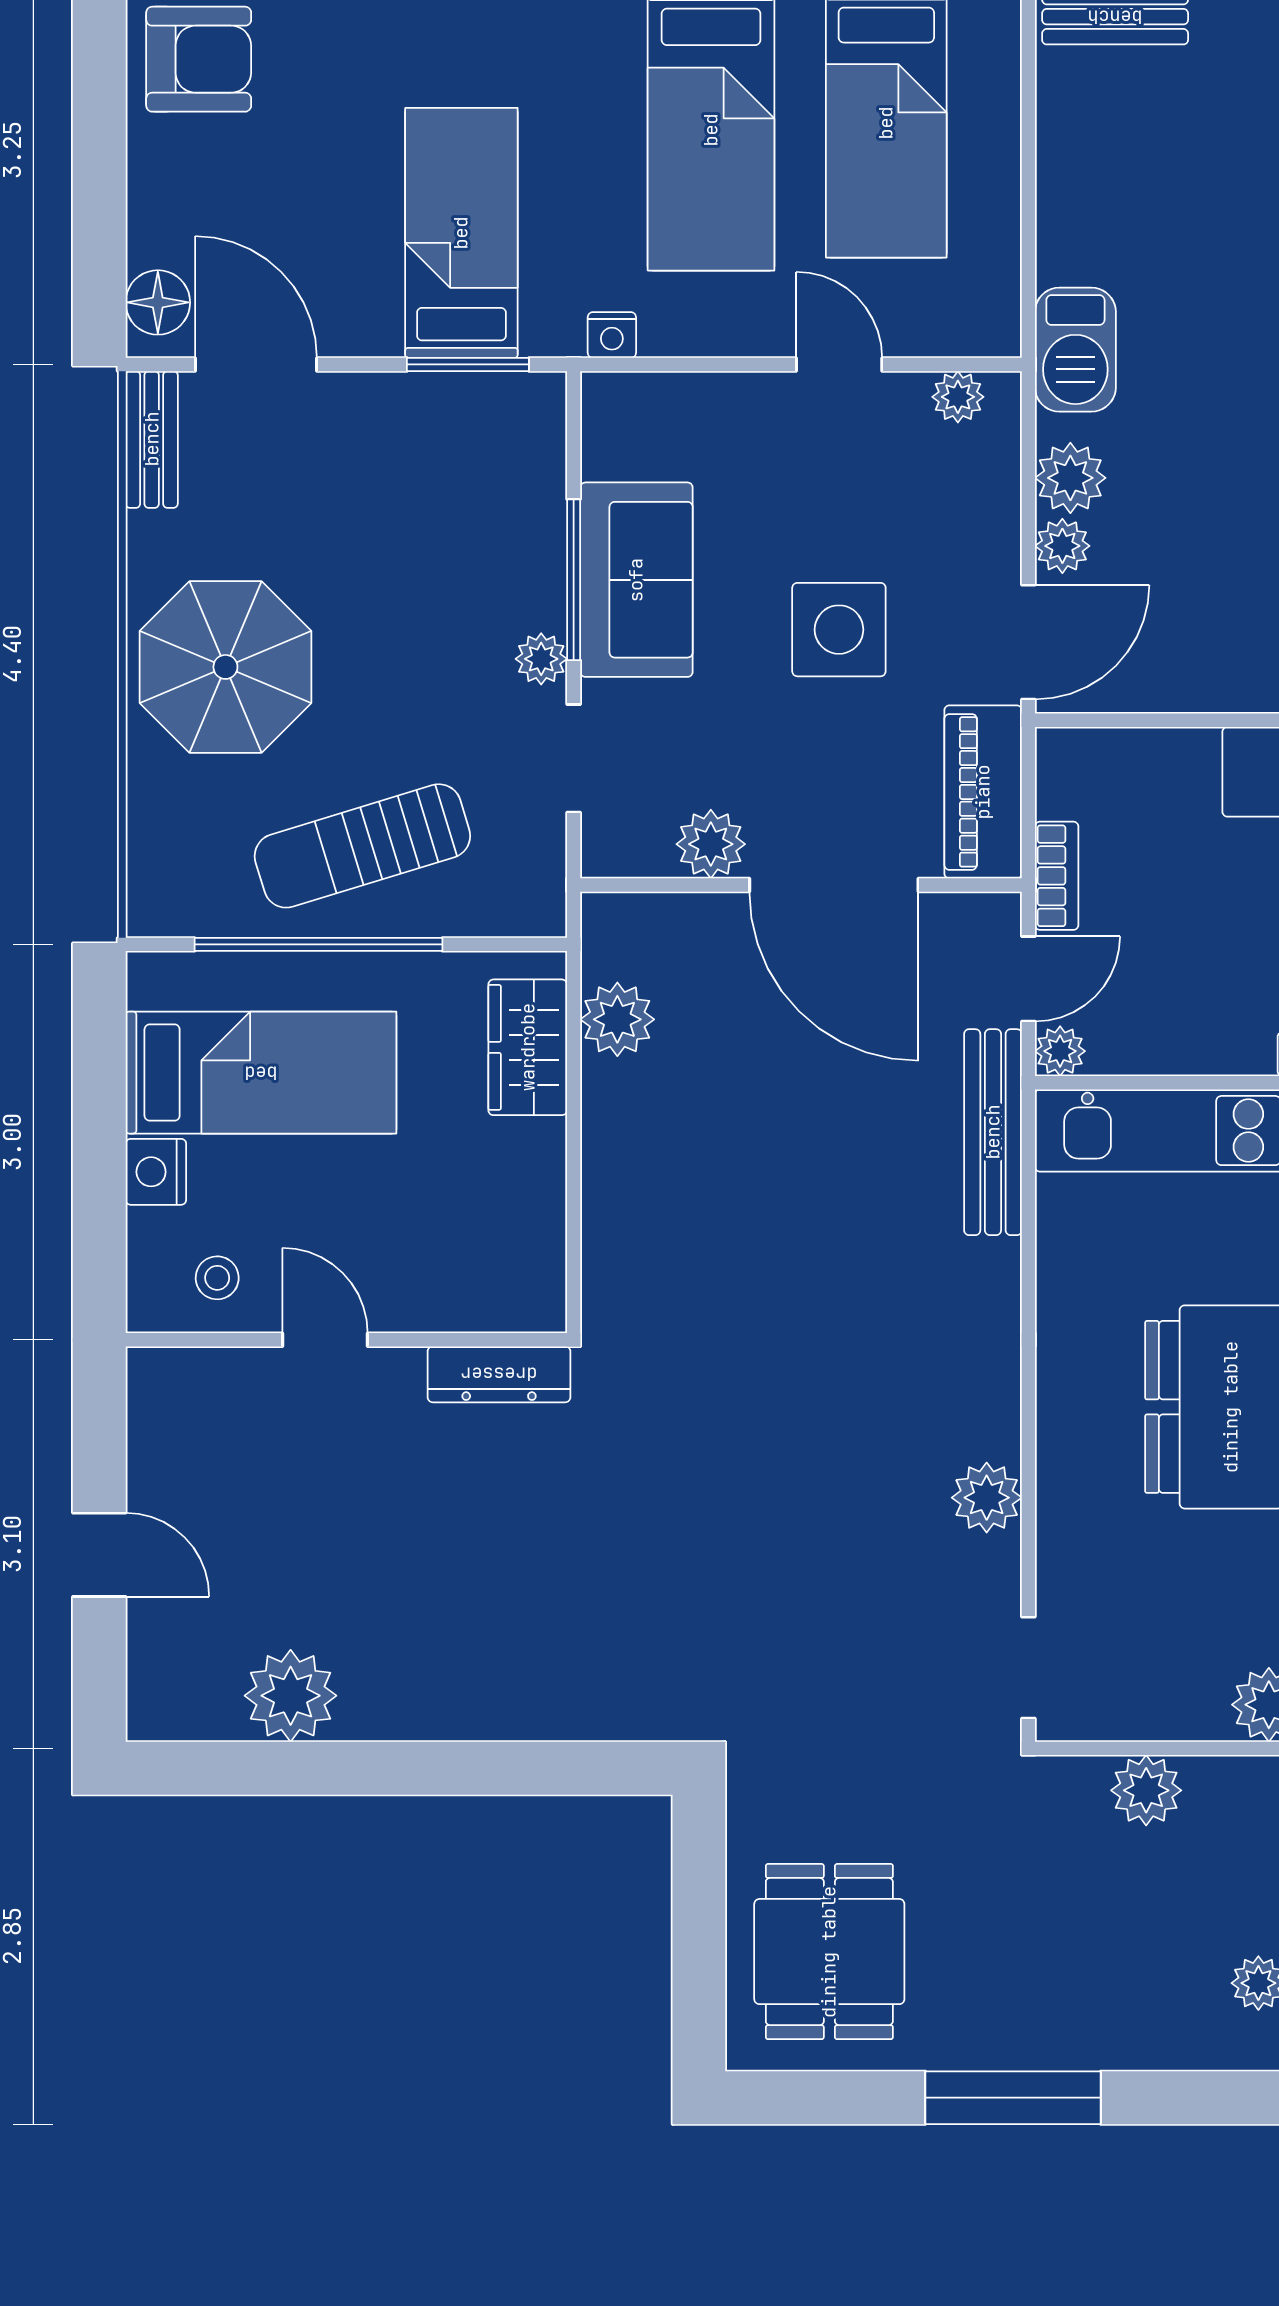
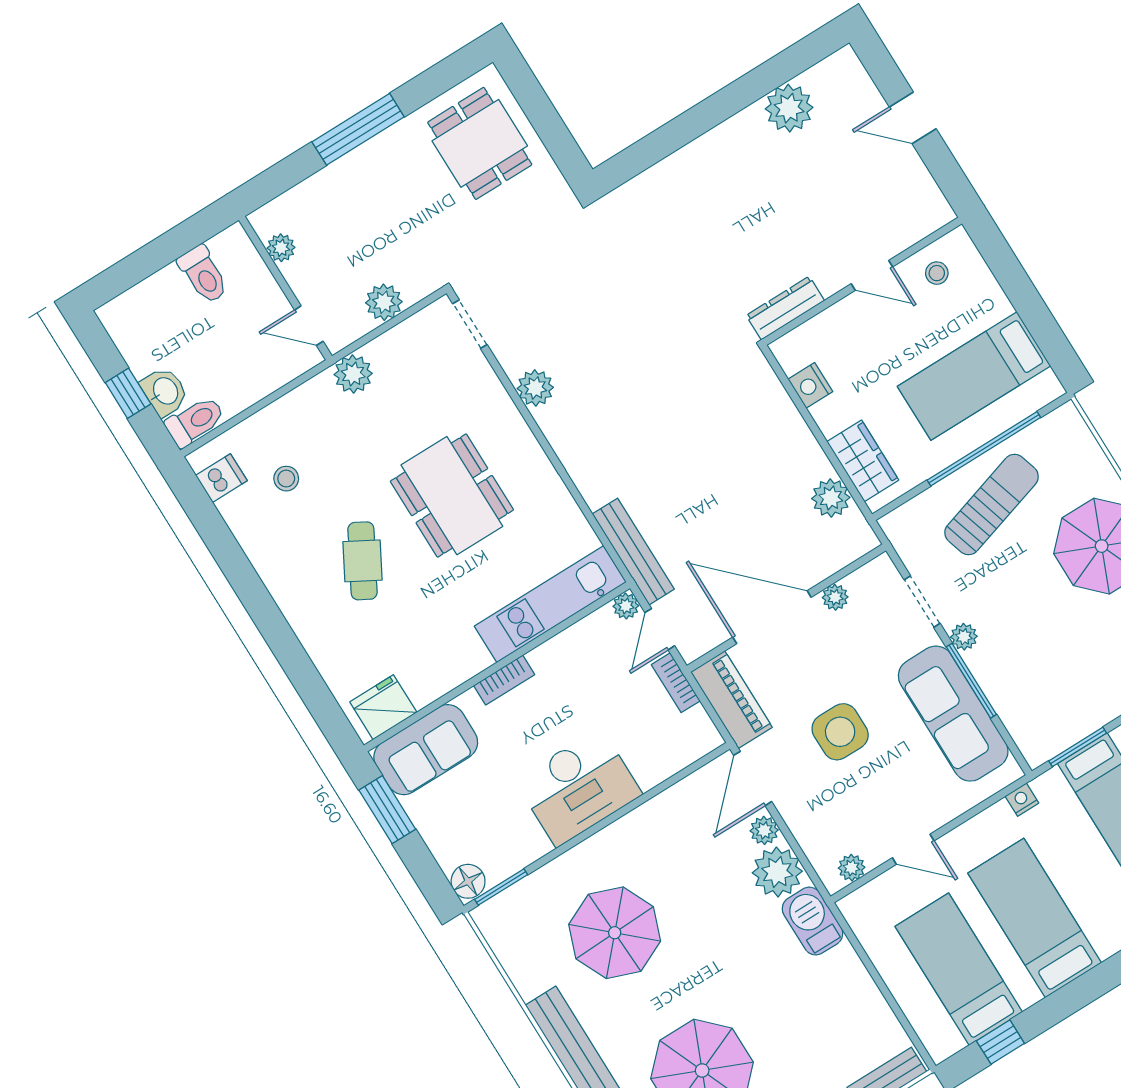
plant: (1070, 478) -> (777, 872), width x1.36, depth x1.36
sofa: (636, 580) -> (953, 714), width x1.36
plant: (711, 844) -> (835, 597), width x0.73, depth x0.73
nightstand: (156, 1172) -> (810, 385), moved, turned 180

